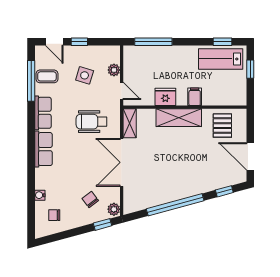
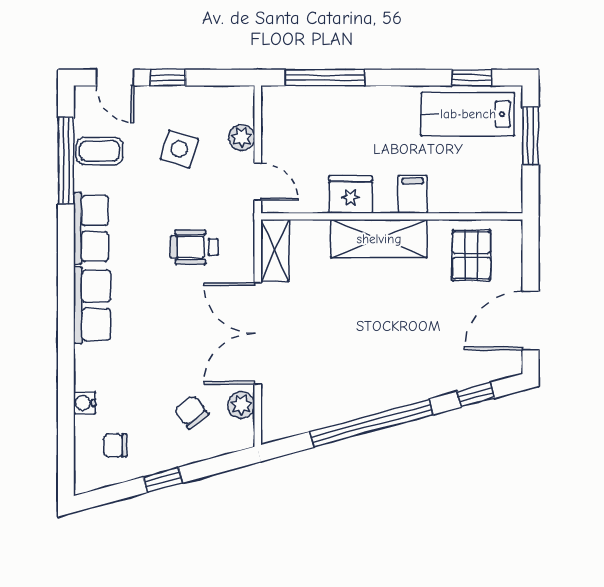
window: (250, 69) -> (531, 136), width x1.50
wheelchair: (92, 122) -> (194, 247), width x0.73, depth x0.73
door: (250, 156) -> (531, 321), hinge flipped
plant: (114, 209) -> (241, 405), moved
window: (102, 224) -> (163, 480), moved

